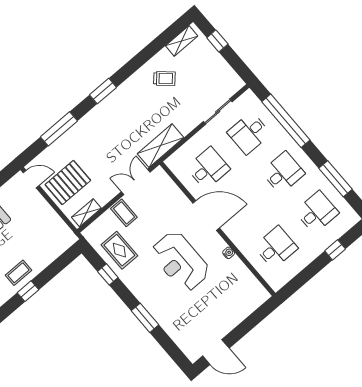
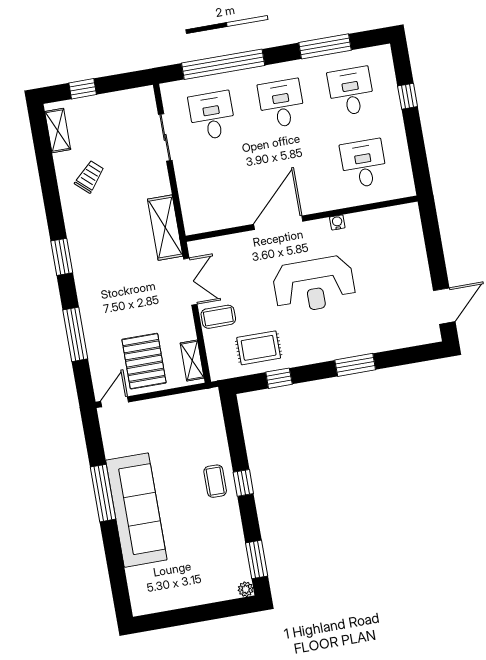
desk: (249, 133) -> (212, 116), turned 180
desk: (208, 168) -> (225, 188), removed
double door: (136, 182) -> (190, 282), swing flipped

